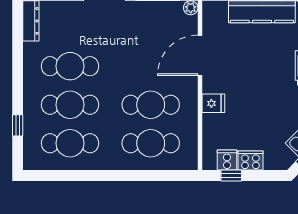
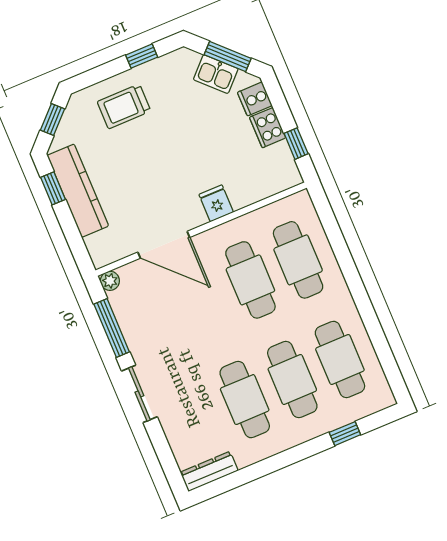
cooker: (227, 160) -> (255, 99), moved

